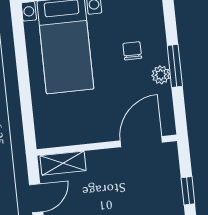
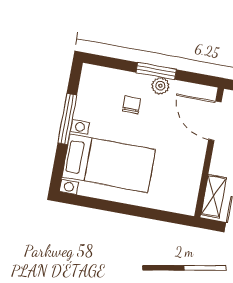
chair: (132, 51) -> (132, 105), turned 90

